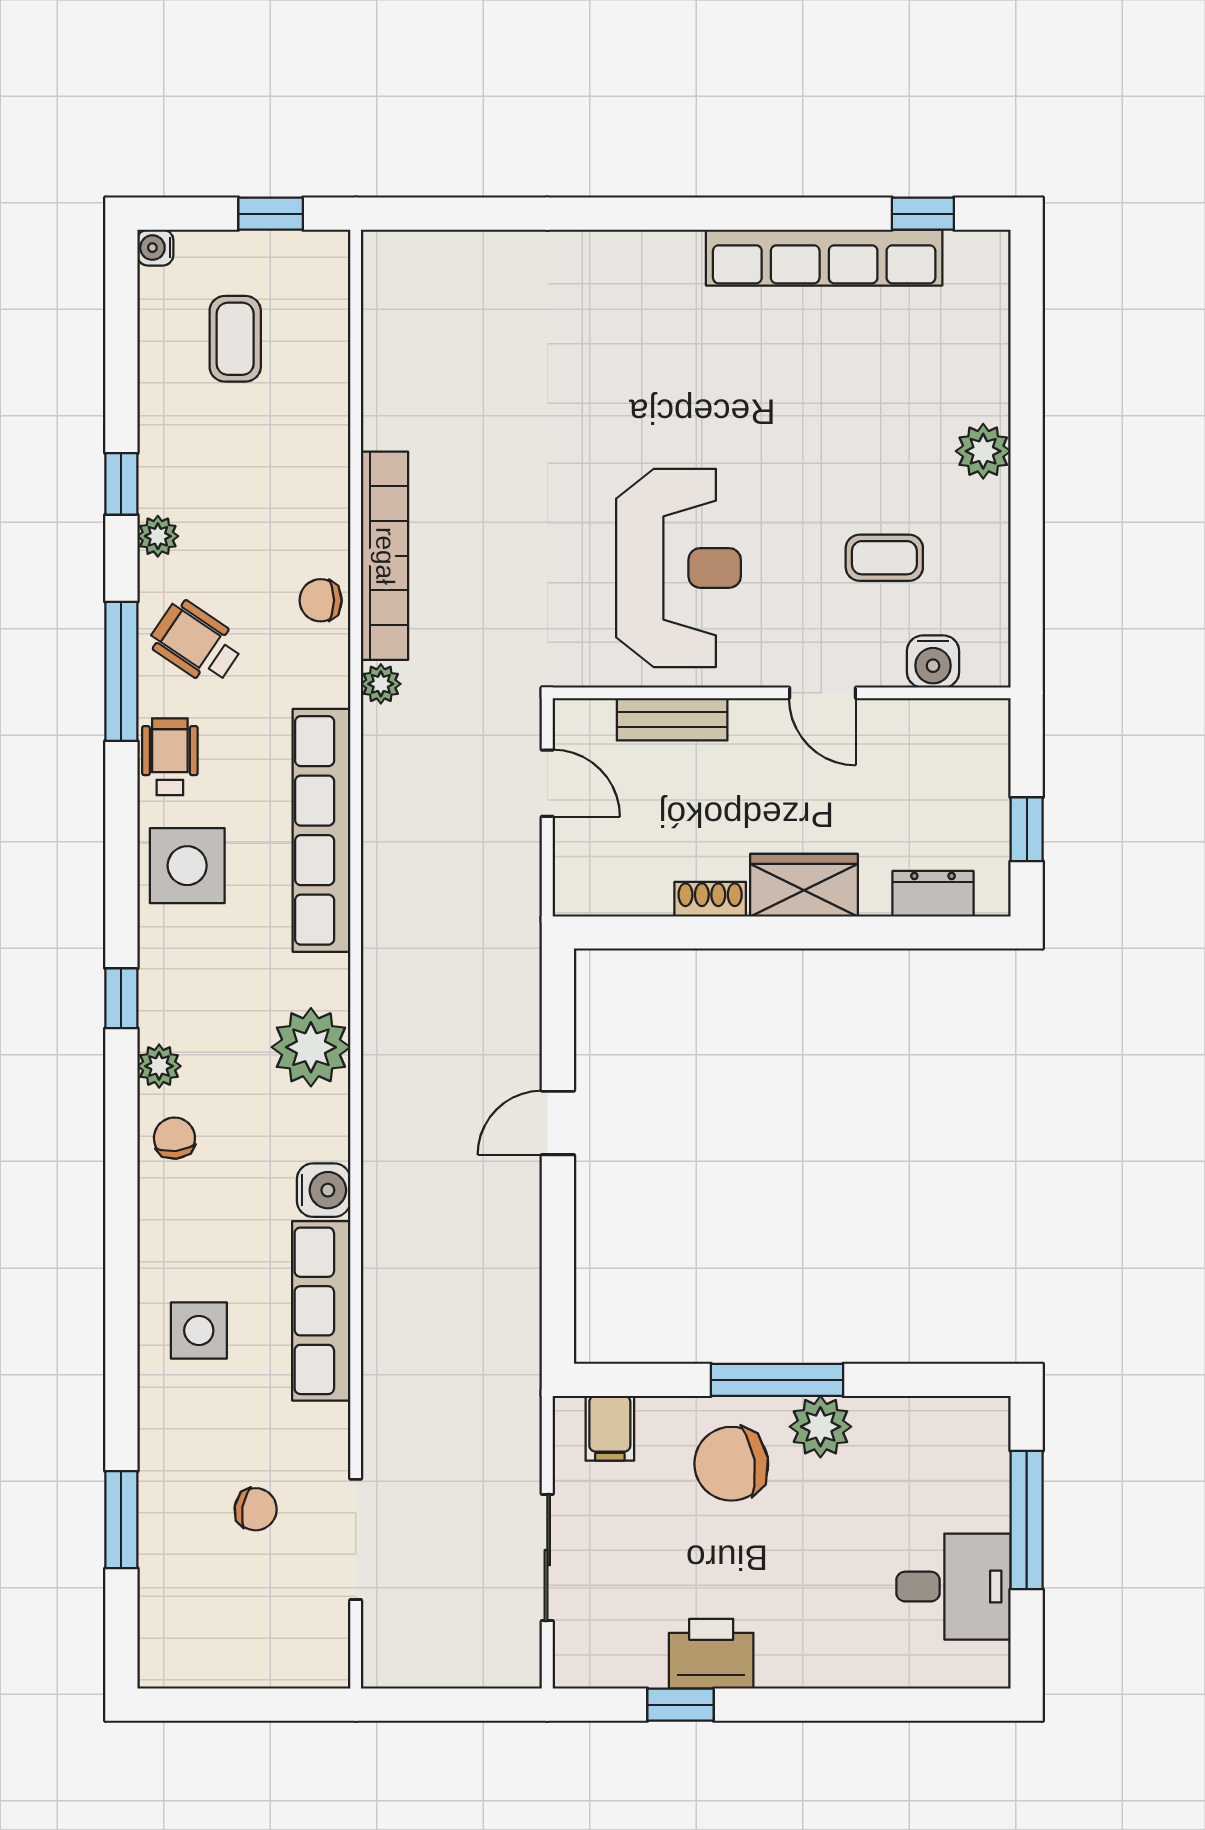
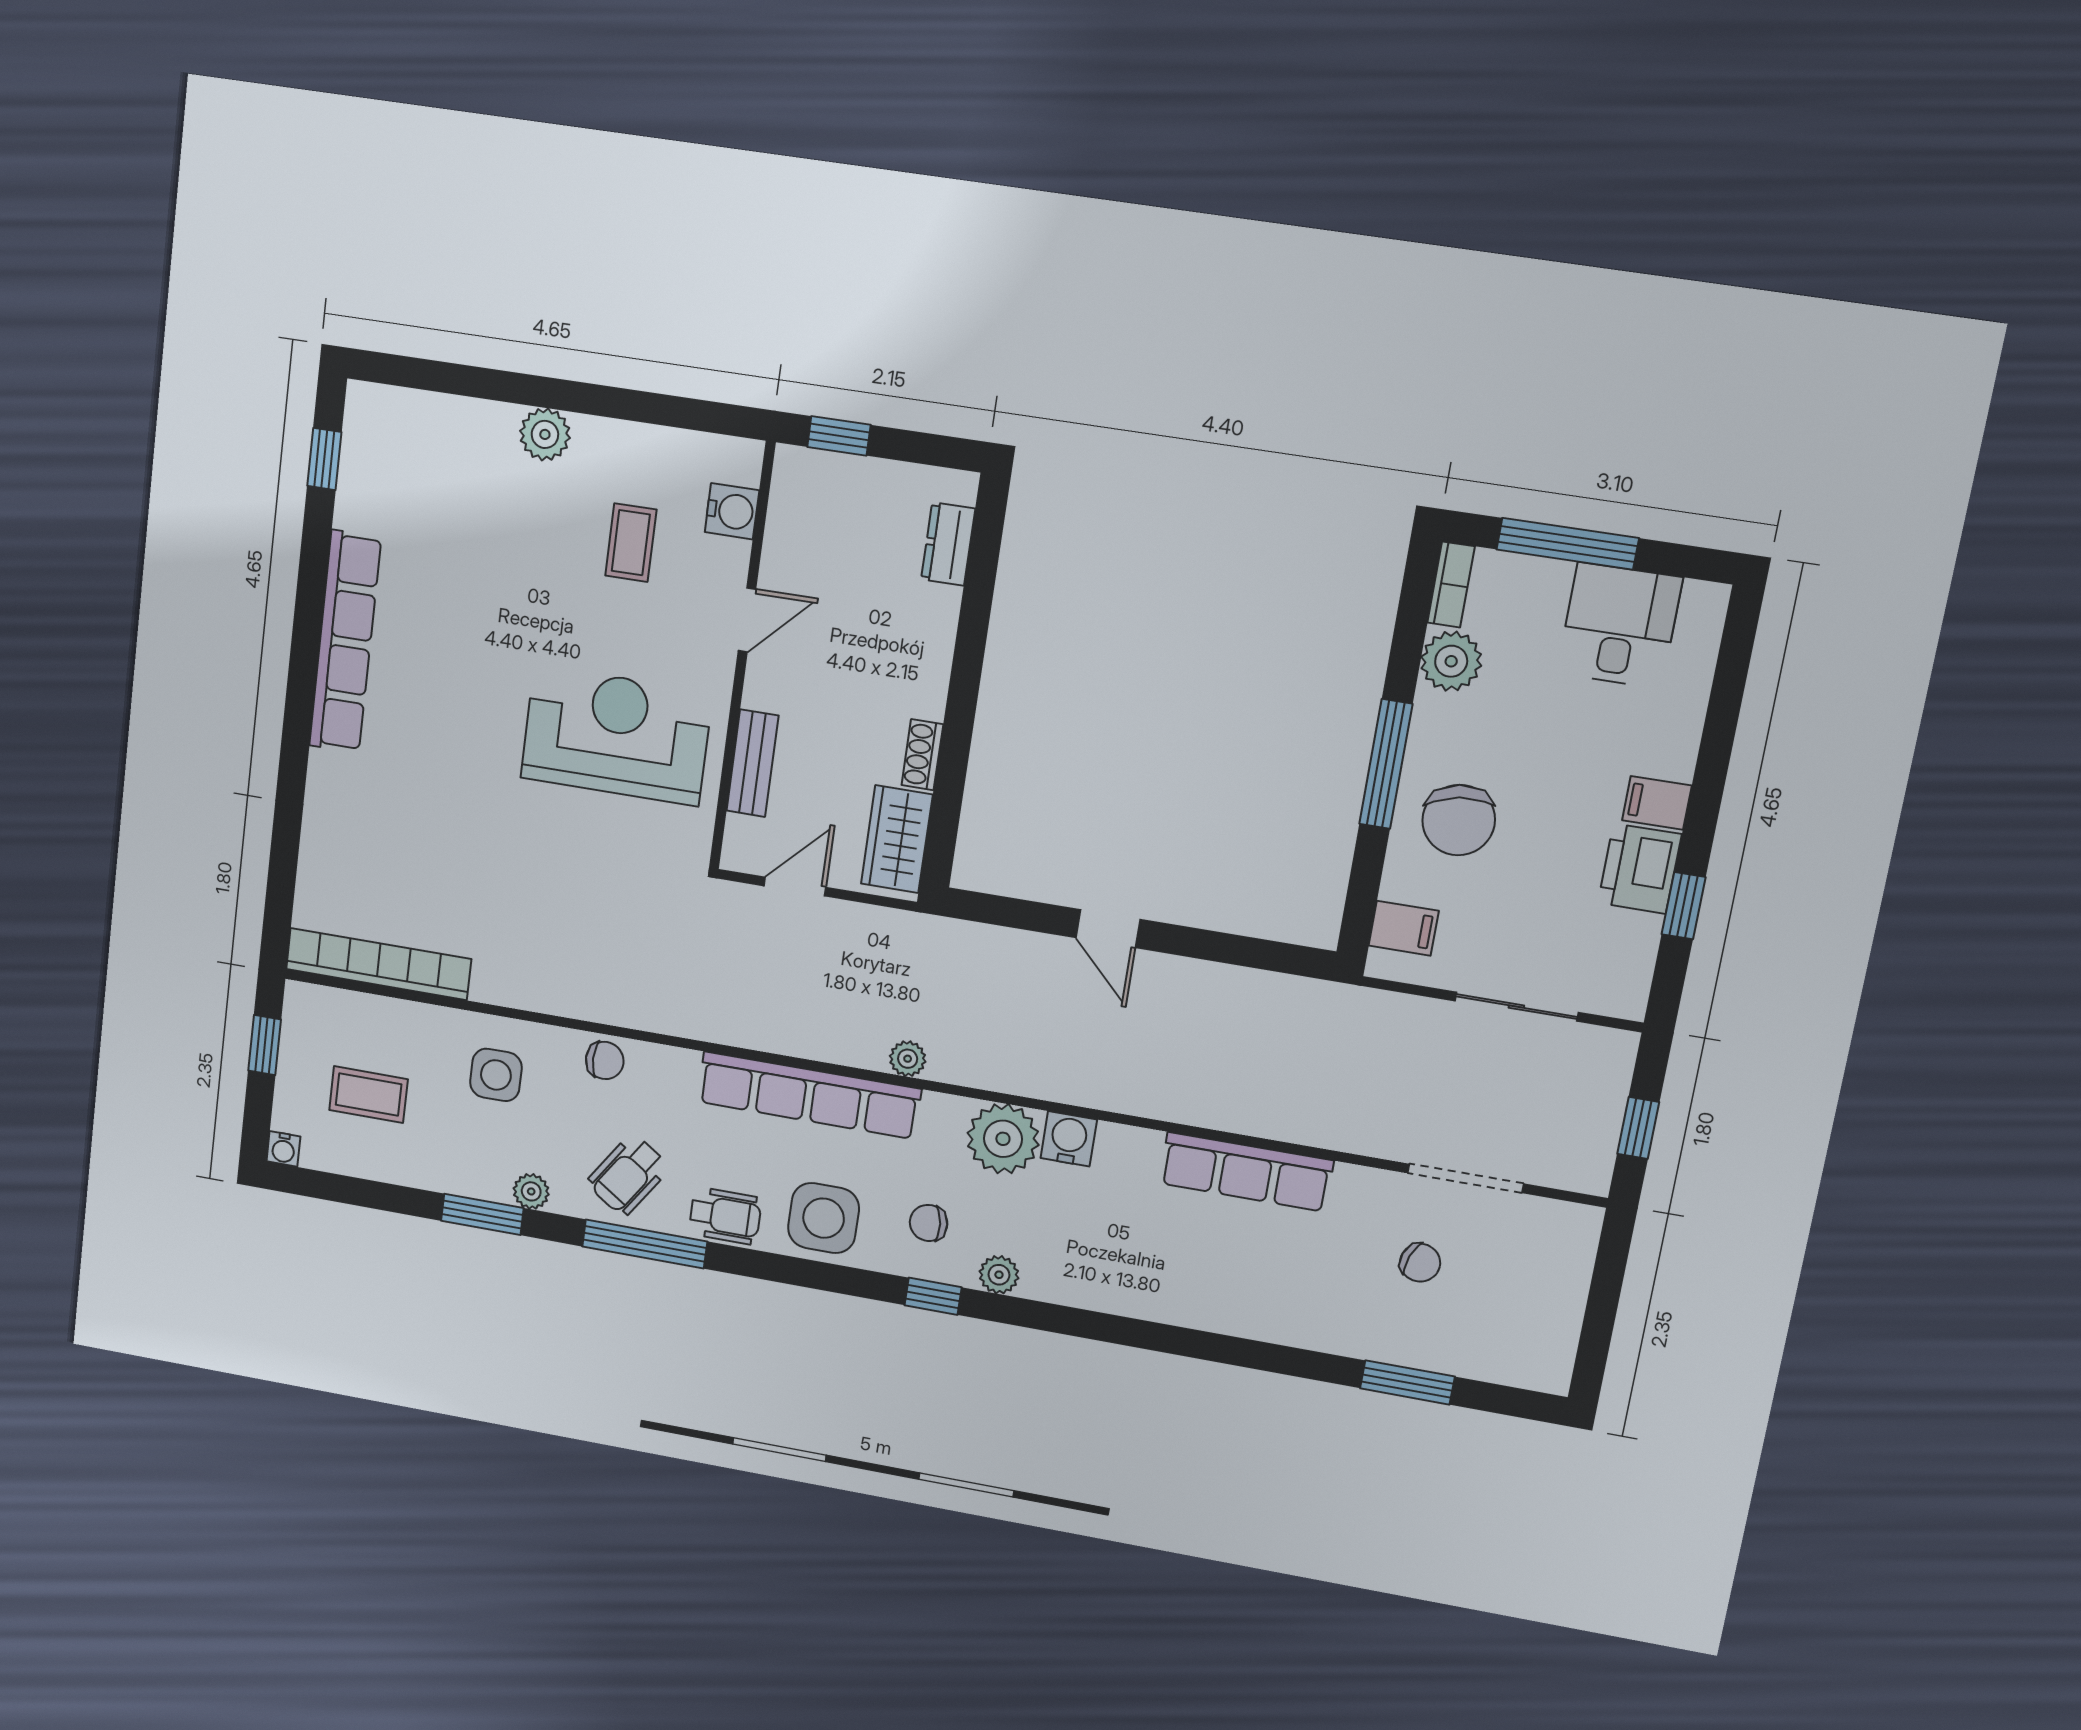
row of seats: (824, 258) -> (345, 642), moved
window: (121, 484) -> (482, 1214), width x1.50
bookcase: (385, 556) -> (378, 964), moved
chair: (321, 600) -> (605, 1060), turned -90
plant: (381, 684) -> (908, 1059), moved
wheelchair: (170, 757) -> (725, 1216), turned 180
window: (1027, 829) -> (839, 436), moved
wardrobe: (804, 885) -> (897, 839), moved
chair: (174, 1138) -> (928, 1223), moved
water cooler: (324, 1190) -> (1069, 1139), moved
side table: (199, 1330) -> (496, 1075), moved
bookcase: (969, 1413) -> (1451, 585), added
plant: (820, 1427) -> (1451, 661), moved
chair: (256, 1509) -> (1420, 1263), turned 100
filing cabinet: (781, 1658) -> (1657, 803), added
window: (441, 1705) -> (1638, 1128), added

